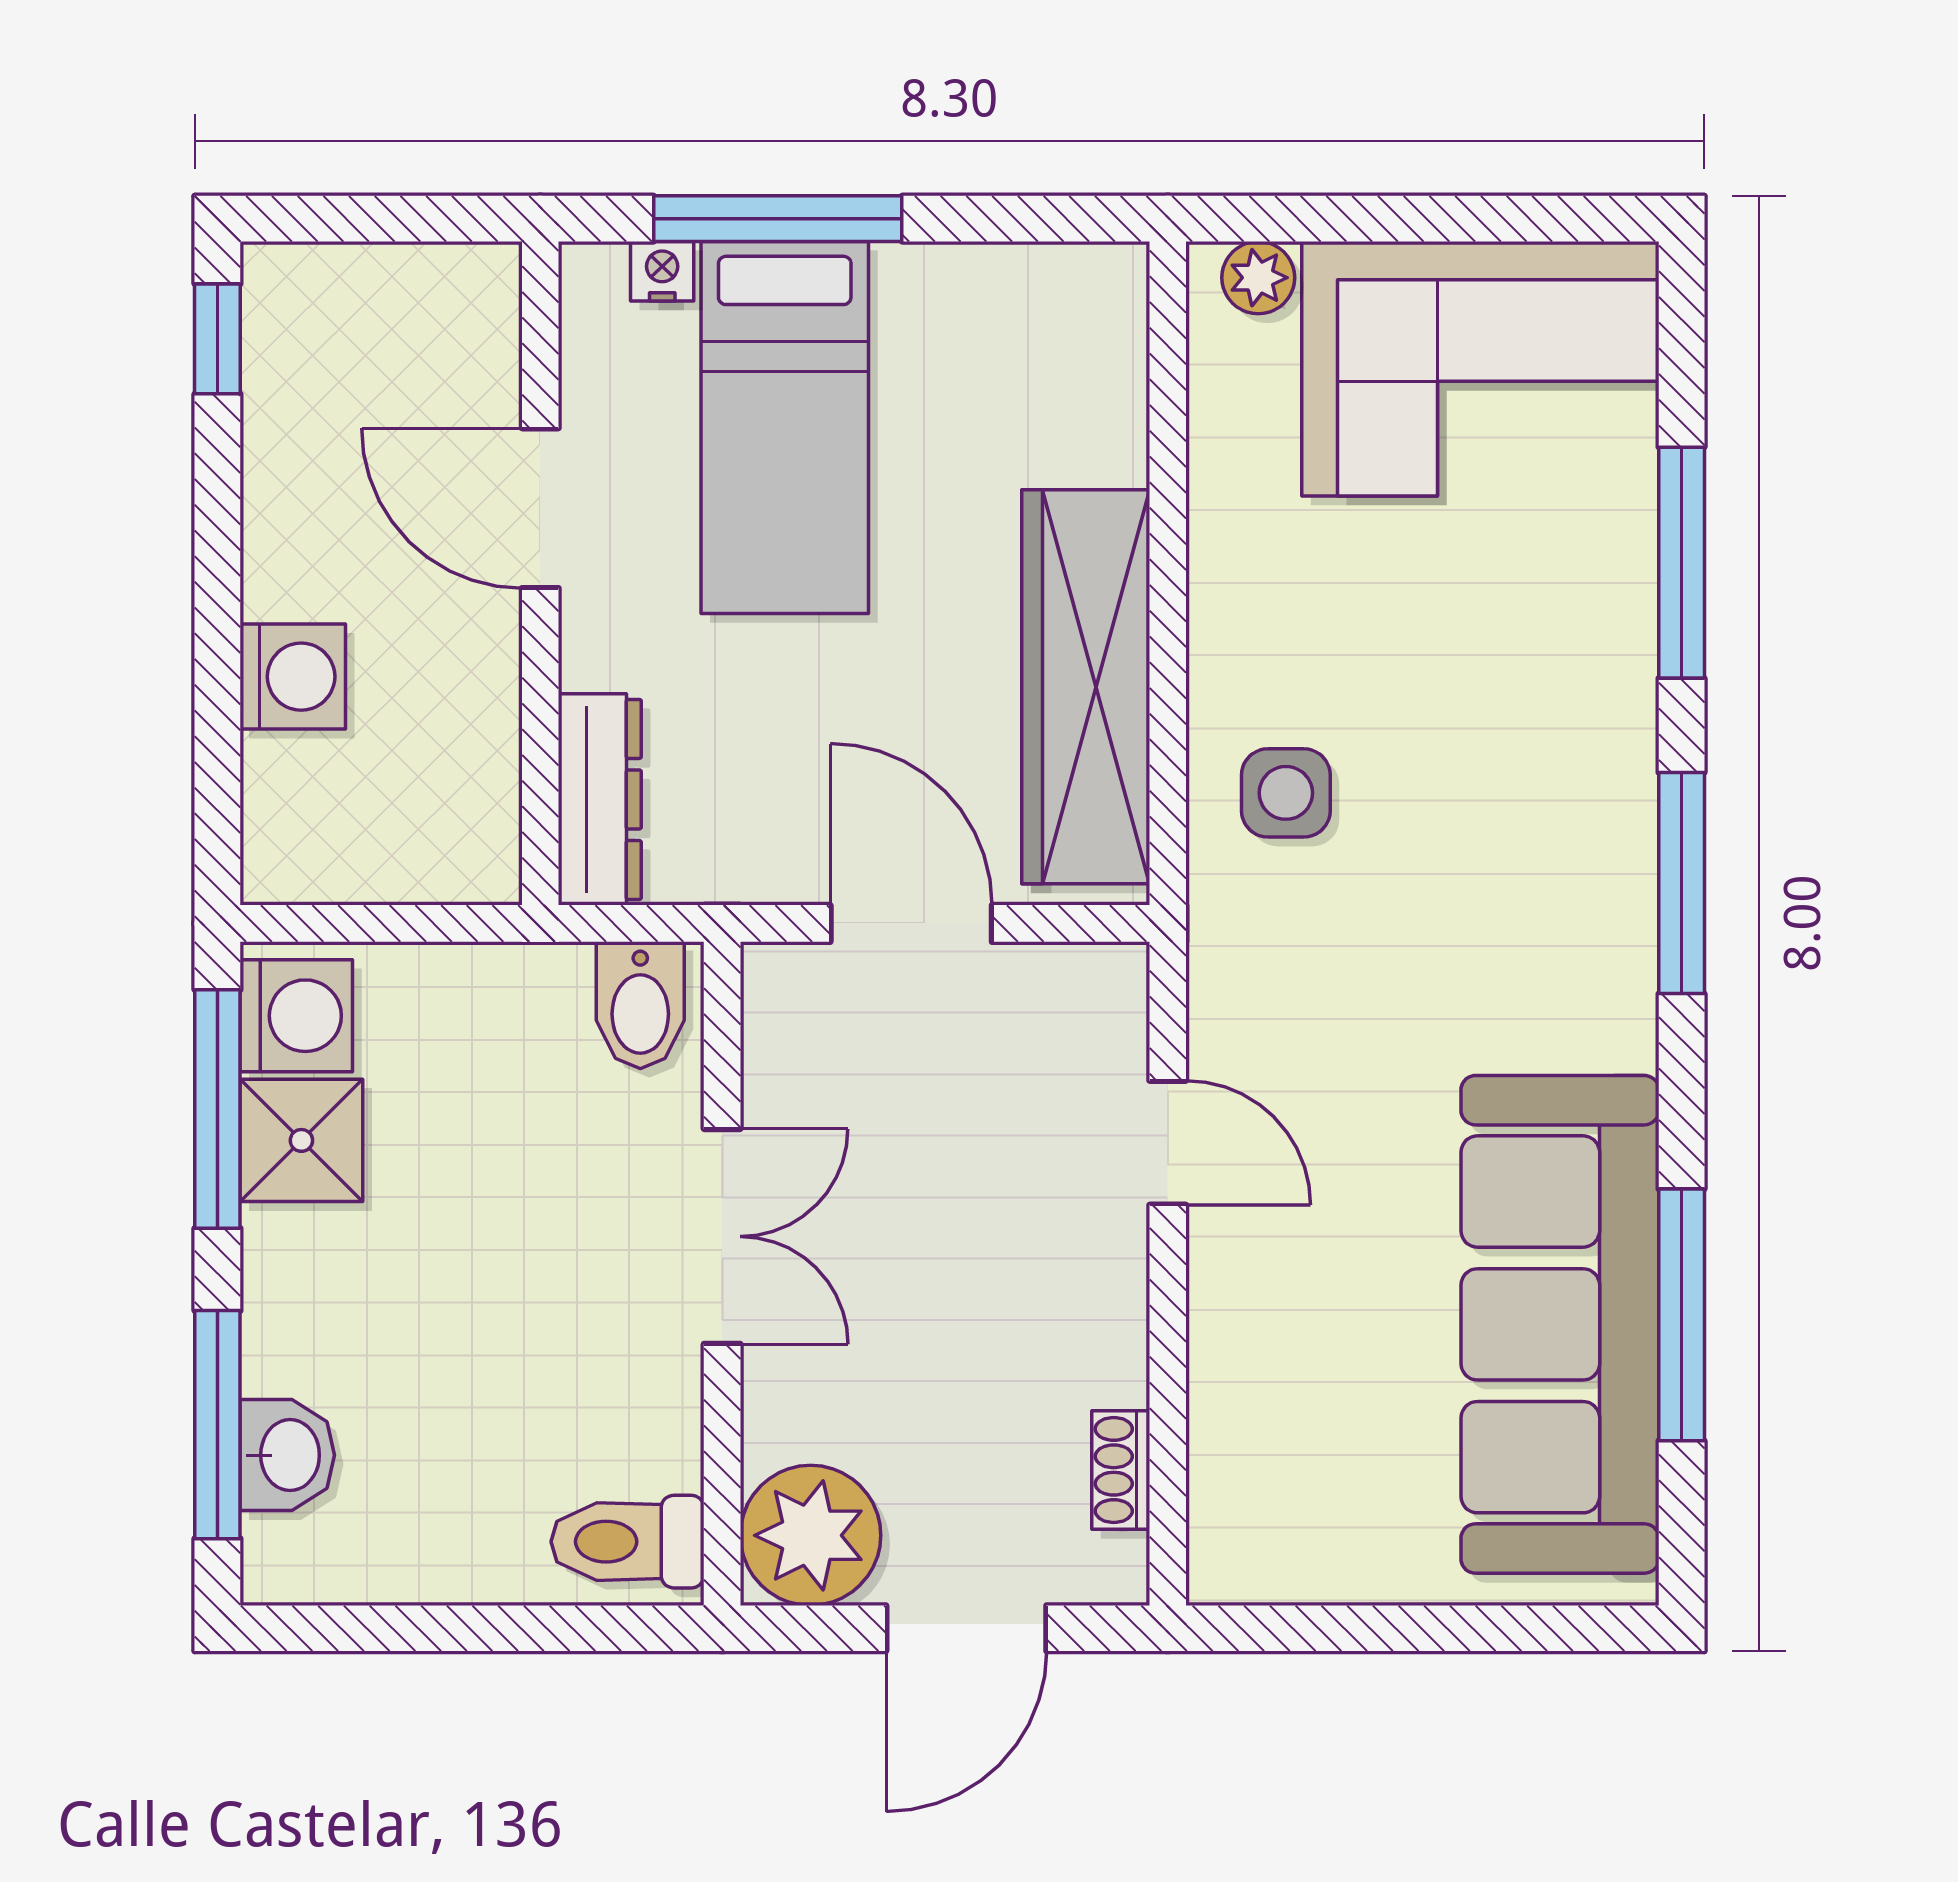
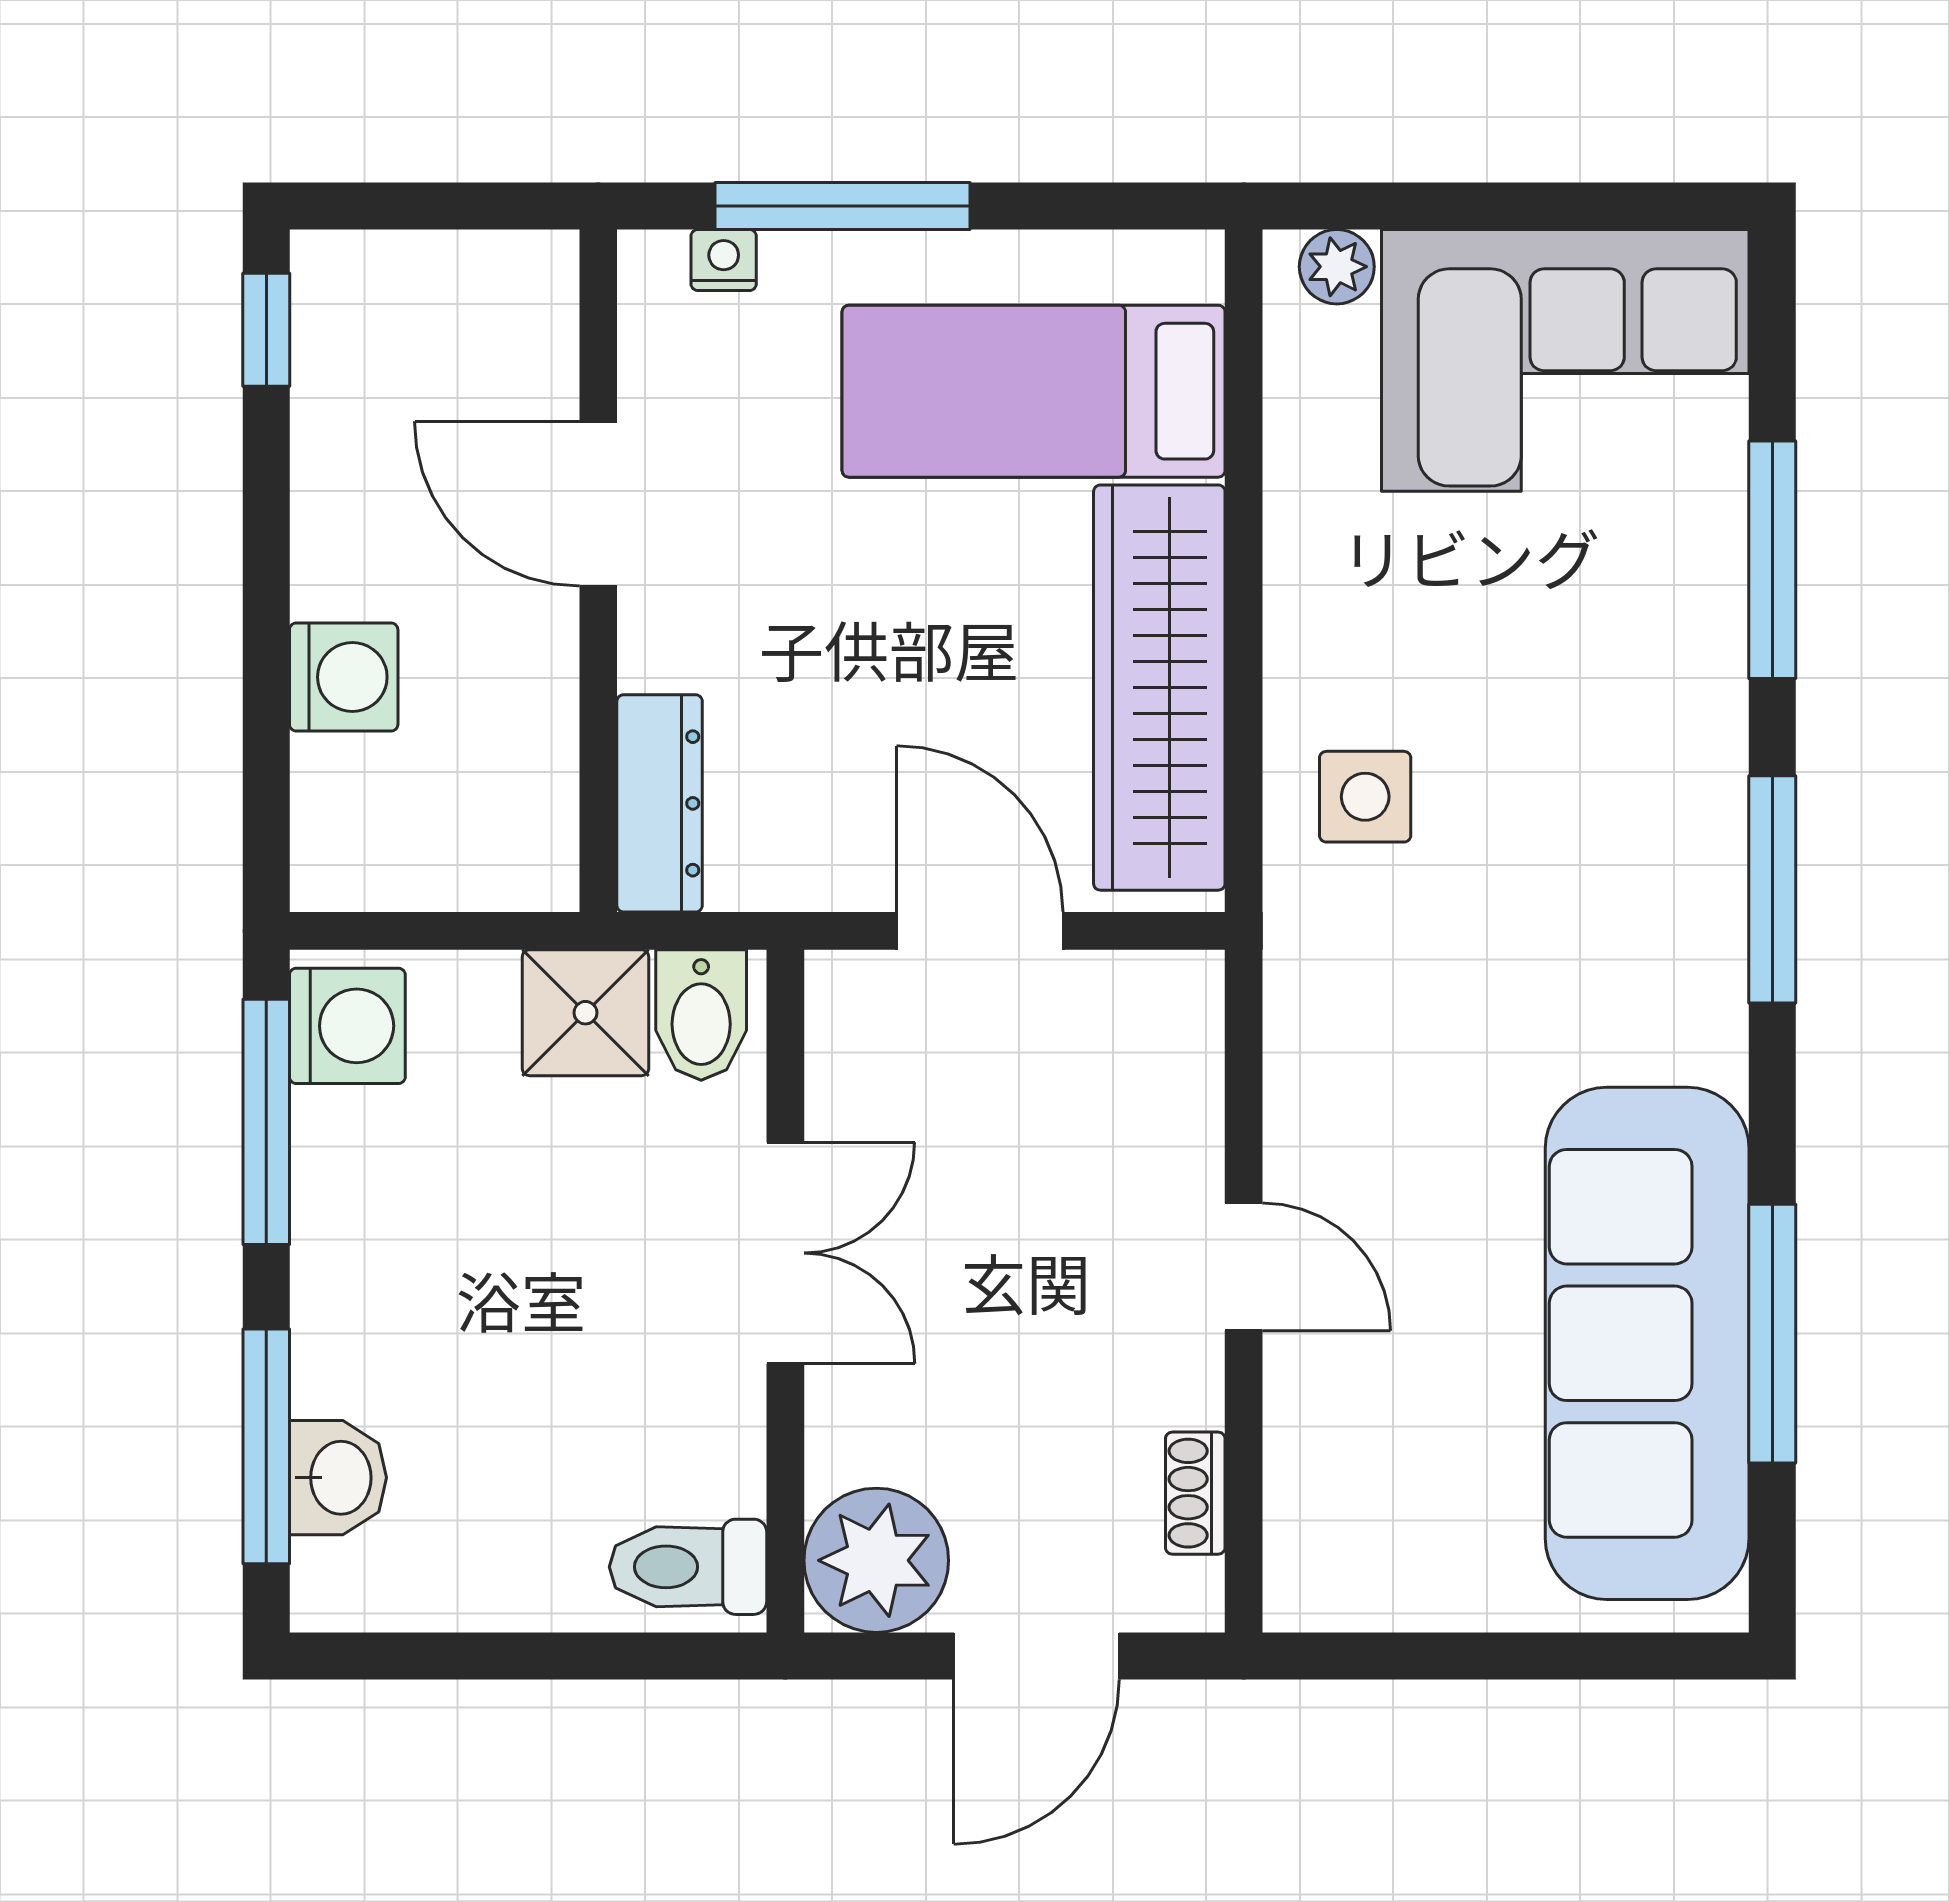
bed: (785, 427) -> (1034, 391), moved, turned 90
shower: (301, 1140) -> (585, 1013), moved
door: (1168, 1143) -> (1244, 1267), moved

